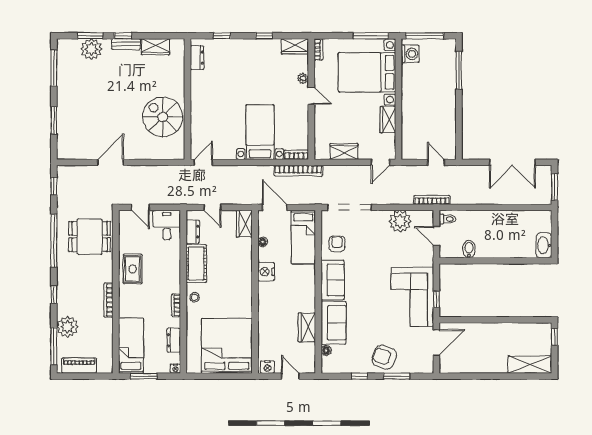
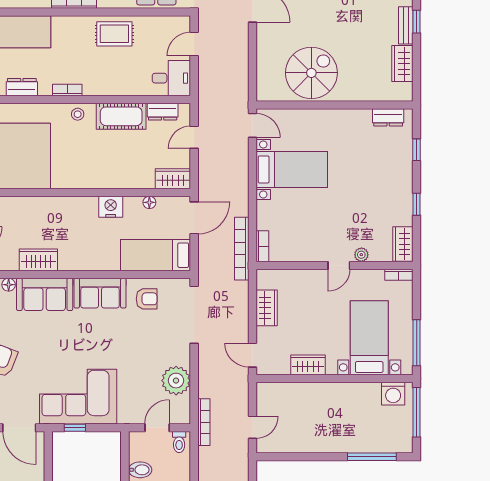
bed with nightstands: (367, 72) -> (369, 338), width x0.73
bed with nightstands: (260, 132) -> (292, 169), moved

